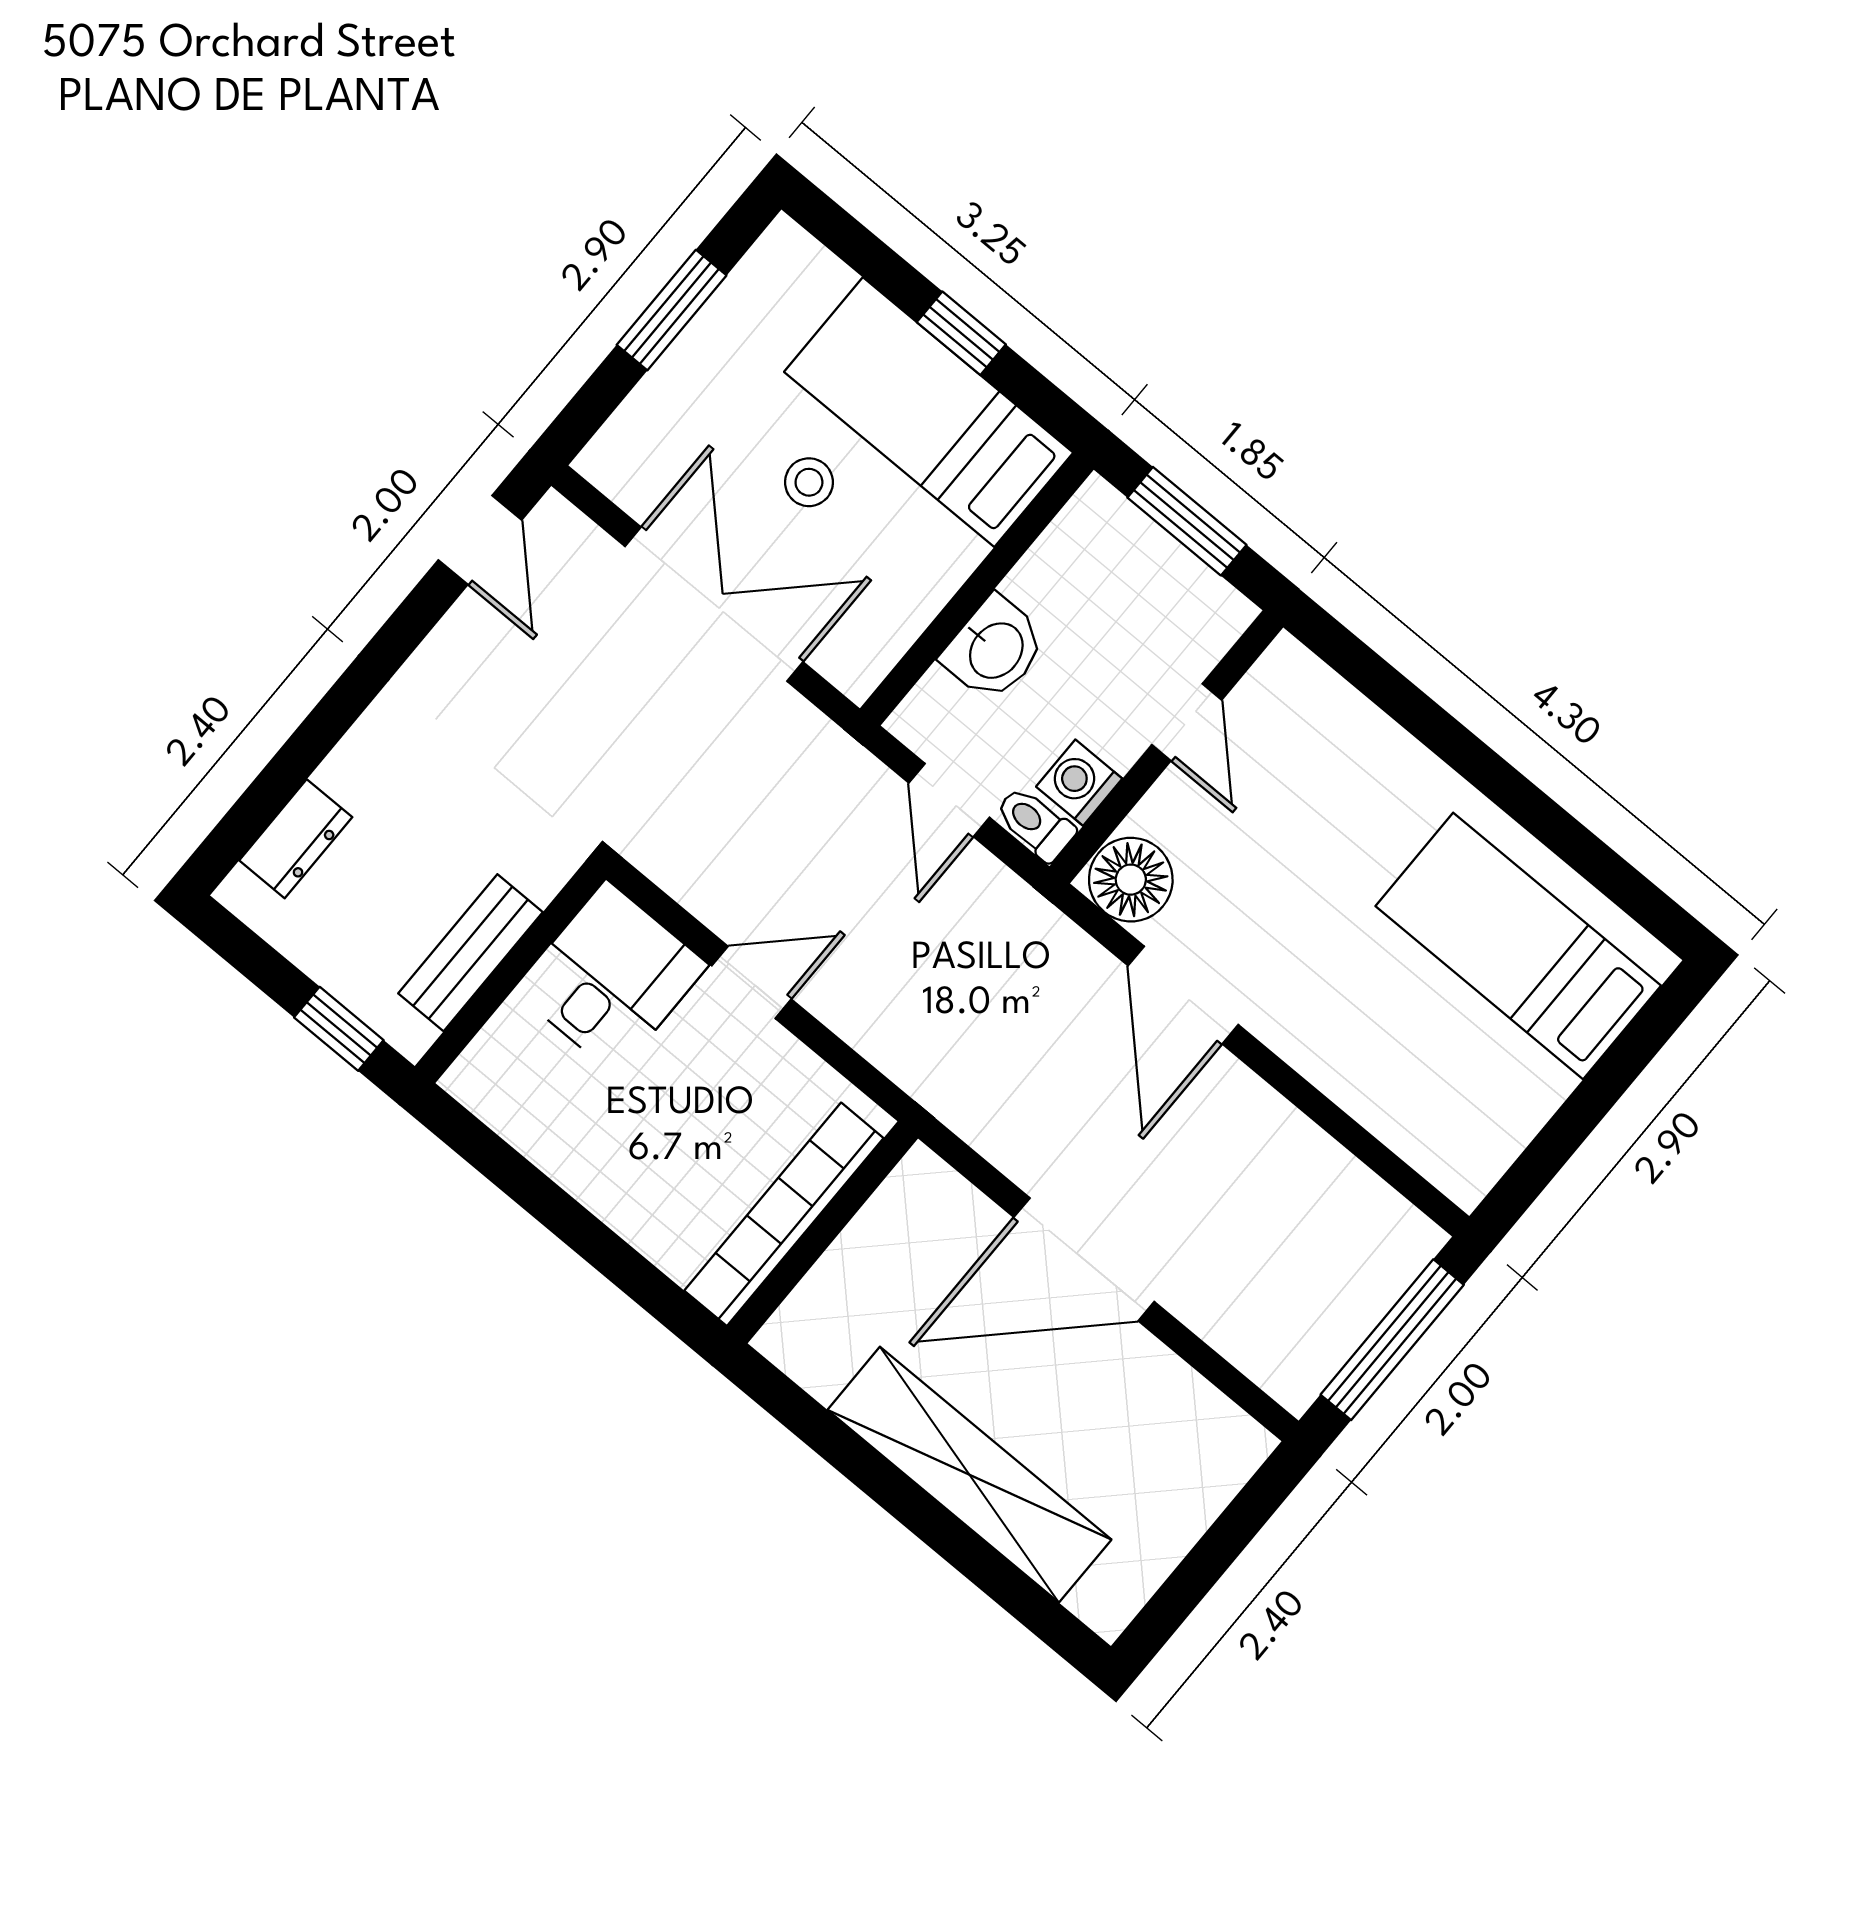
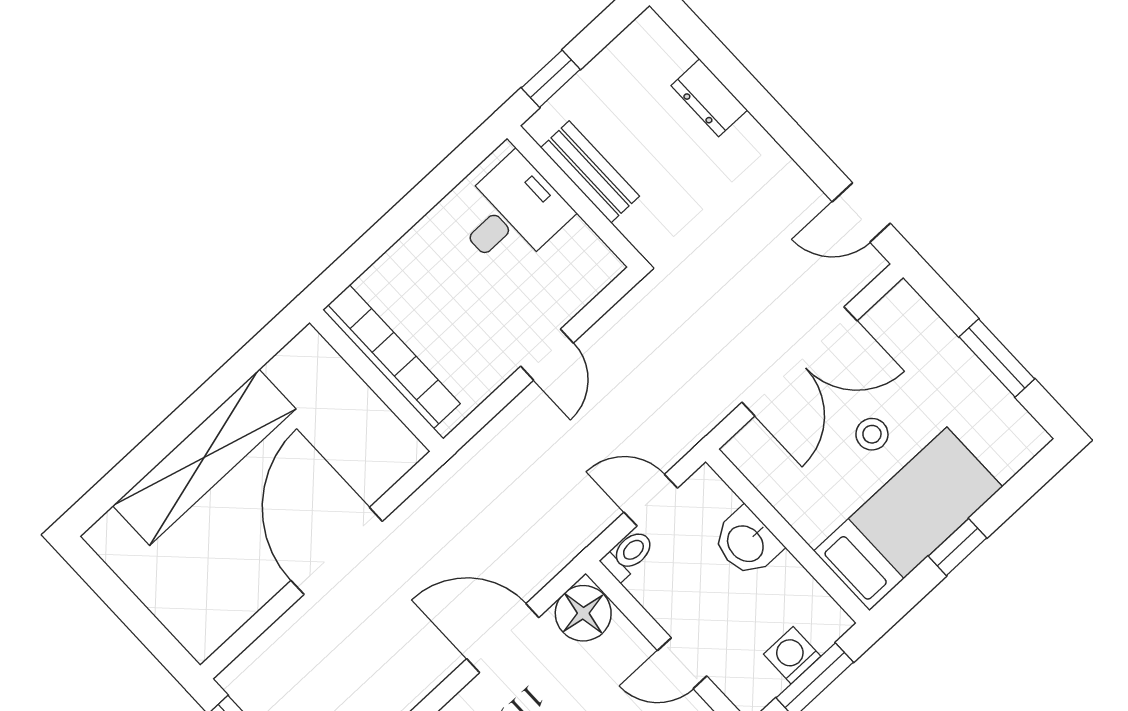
washing machine: (1079, 783) -> (792, 655), moved, turned -90
dresser: (296, 839) -> (709, 98), moved
desk: (611, 978) -> (511, 213), moved, turned -90

